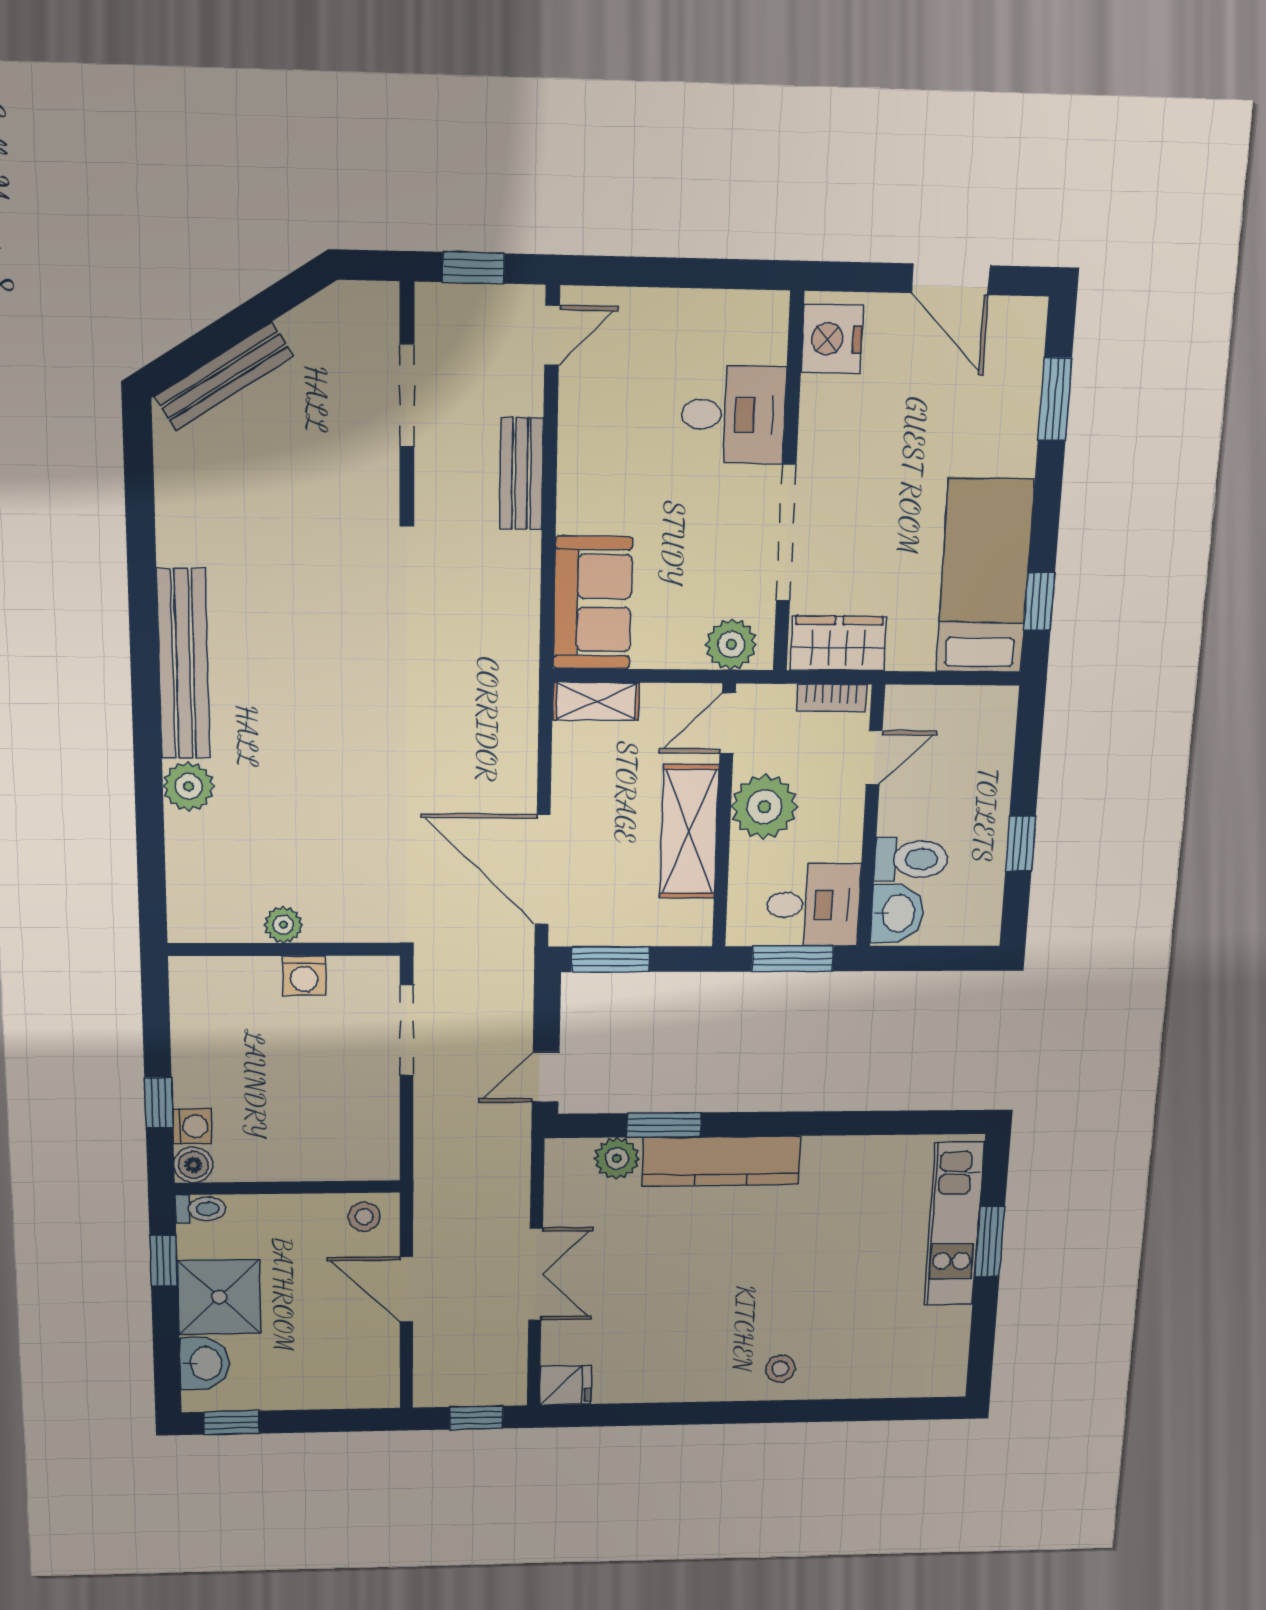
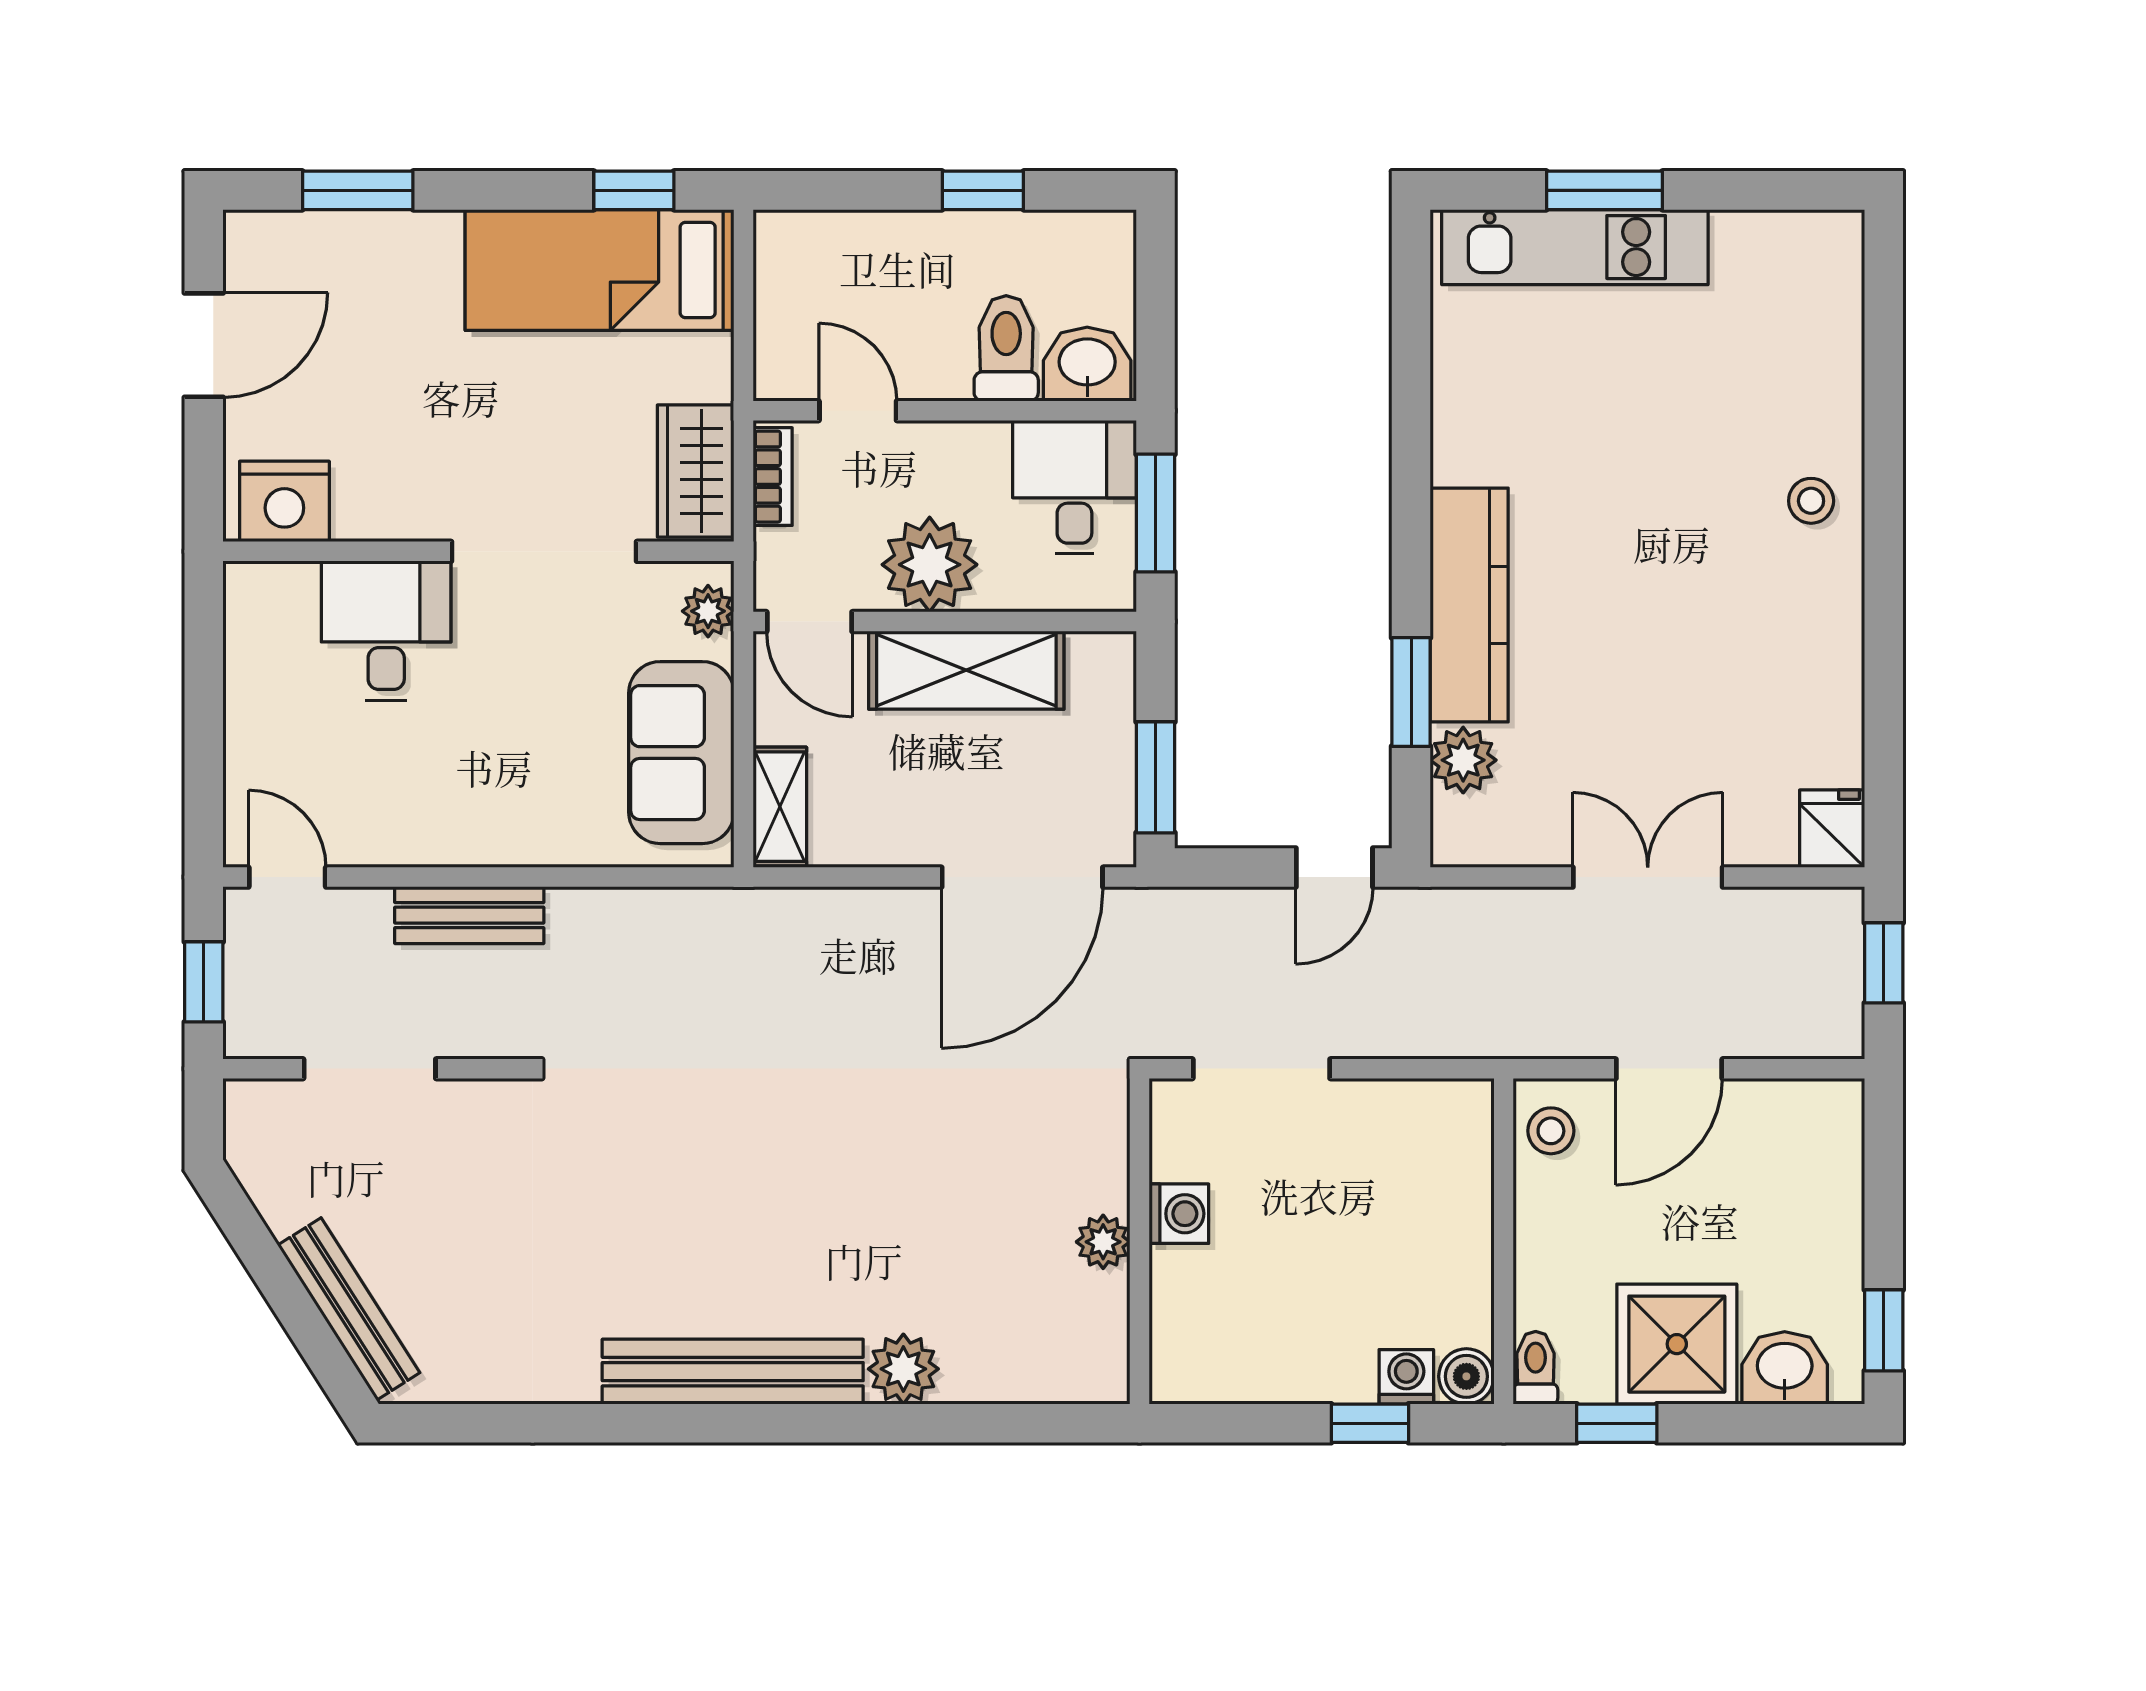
sofa: (593, 603) -> (681, 753), moved, turned -90
plant: (731, 644) -> (708, 611), width x0.73, depth x0.73
door: (546, 1077) -> (1334, 867), hinge flipped

